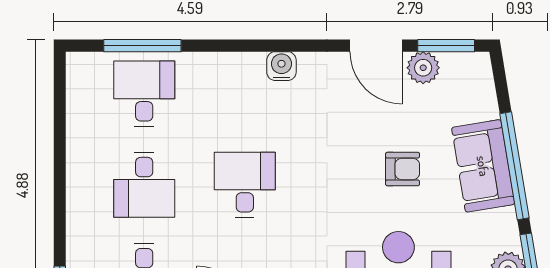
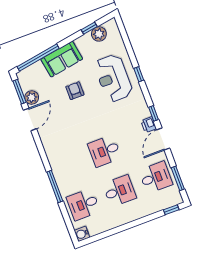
window: (142, 46) -> (55, 186), moved
water cooler: (281, 66) -> (82, 234), moved
window: (514, 166) -> (38, 58), moved

